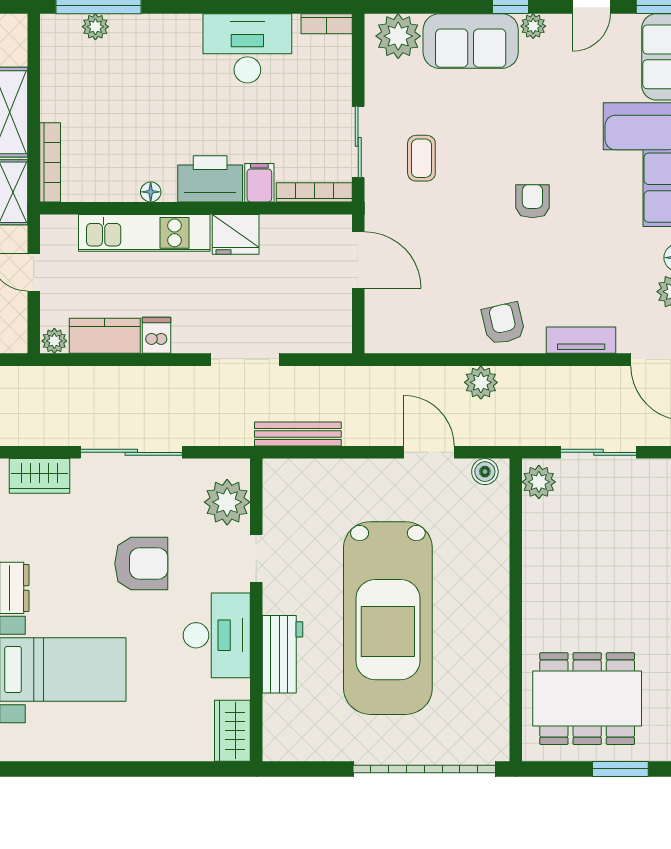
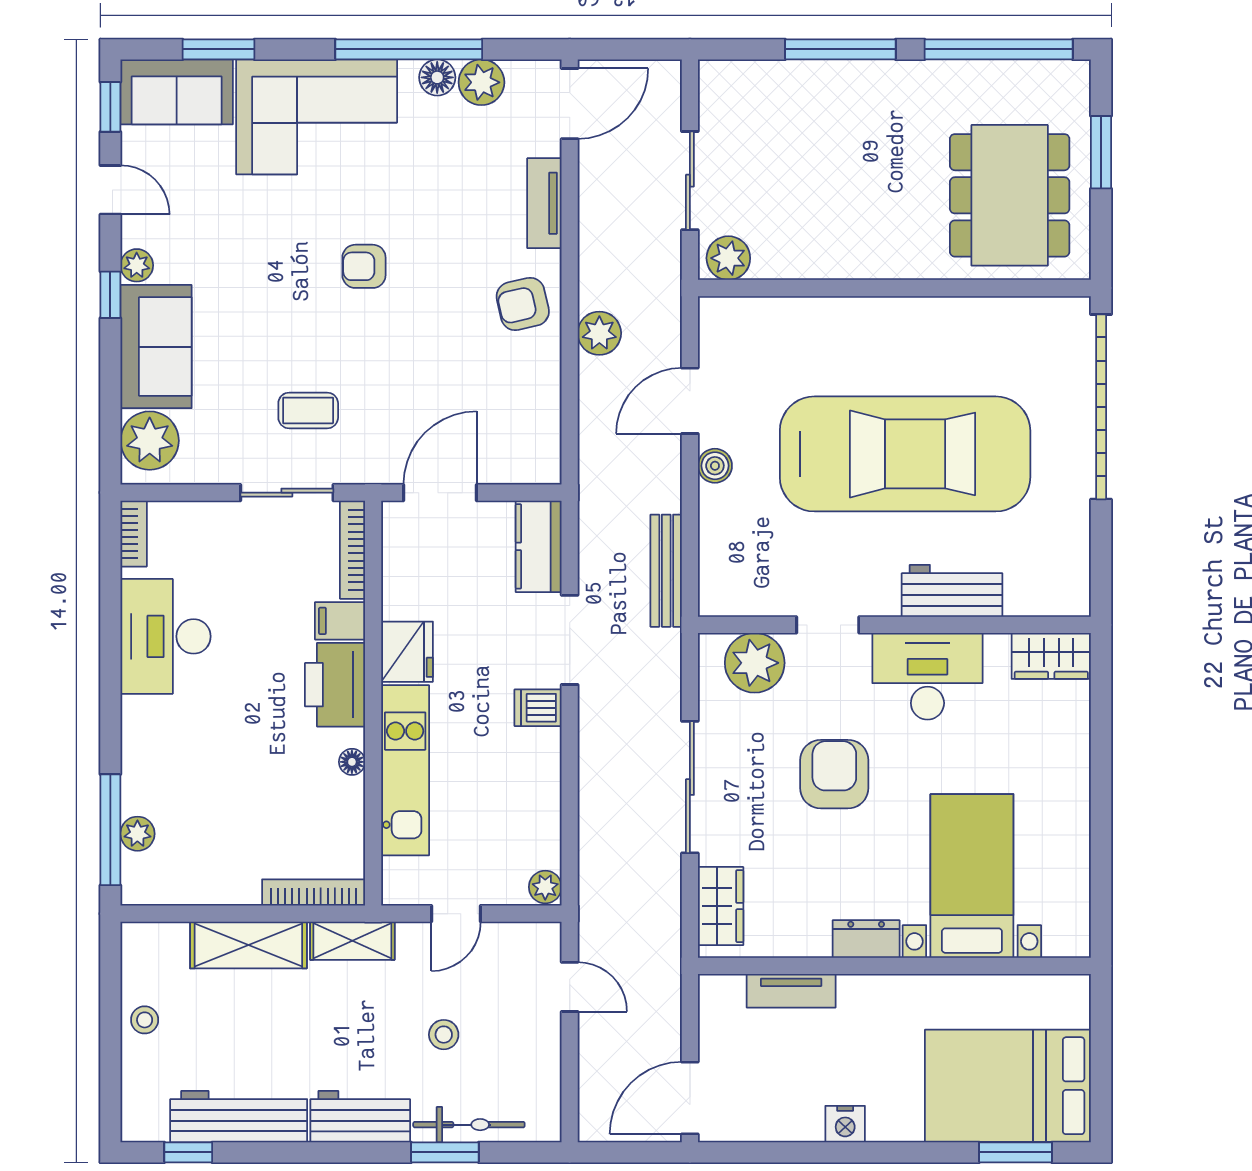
dishwasher: (157, 335) -> (538, 708), moved
kitchen counter: (105, 336) -> (539, 546), moved
boiler: (485, 472) -> (715, 466), moved

